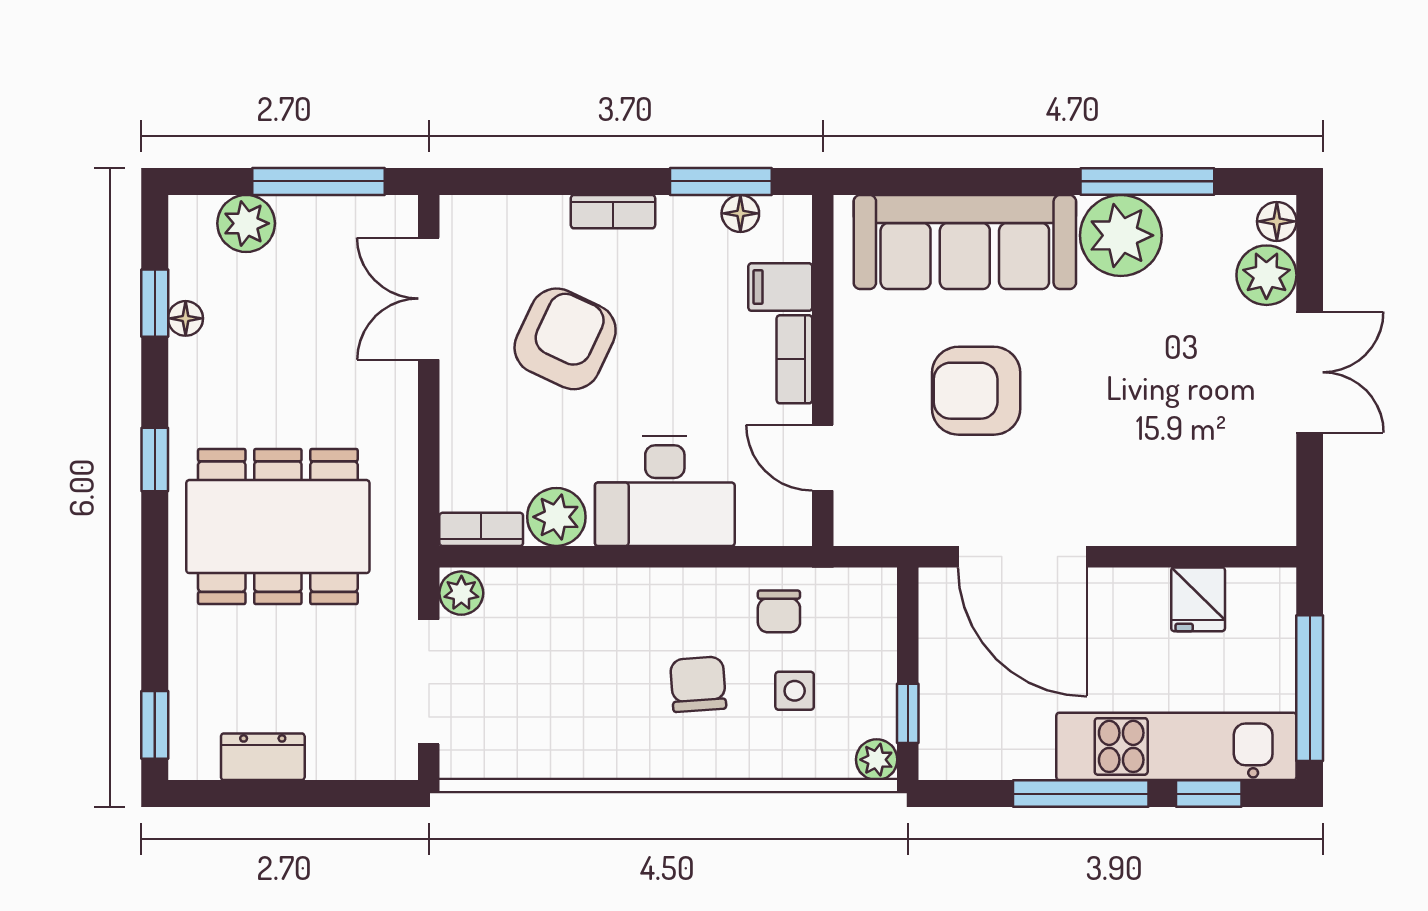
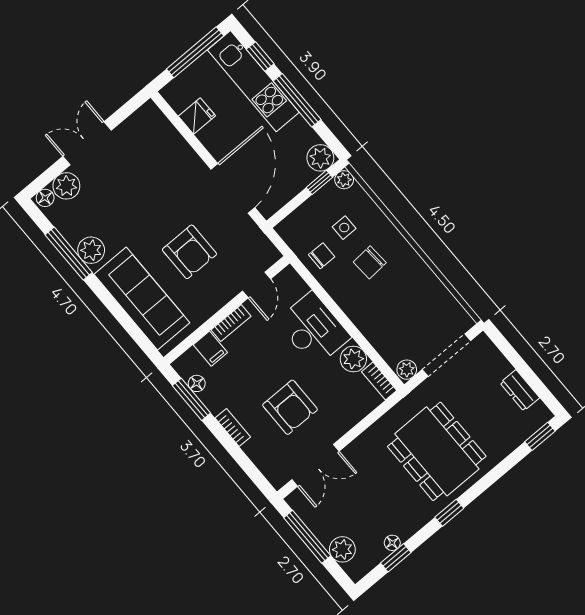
plant: (1121, 235) -> (91, 250), width x0.73, depth x0.73
armchair: (565, 339) -> (290, 407), turned -115
plant: (948, 750) -> (320, 158), added

